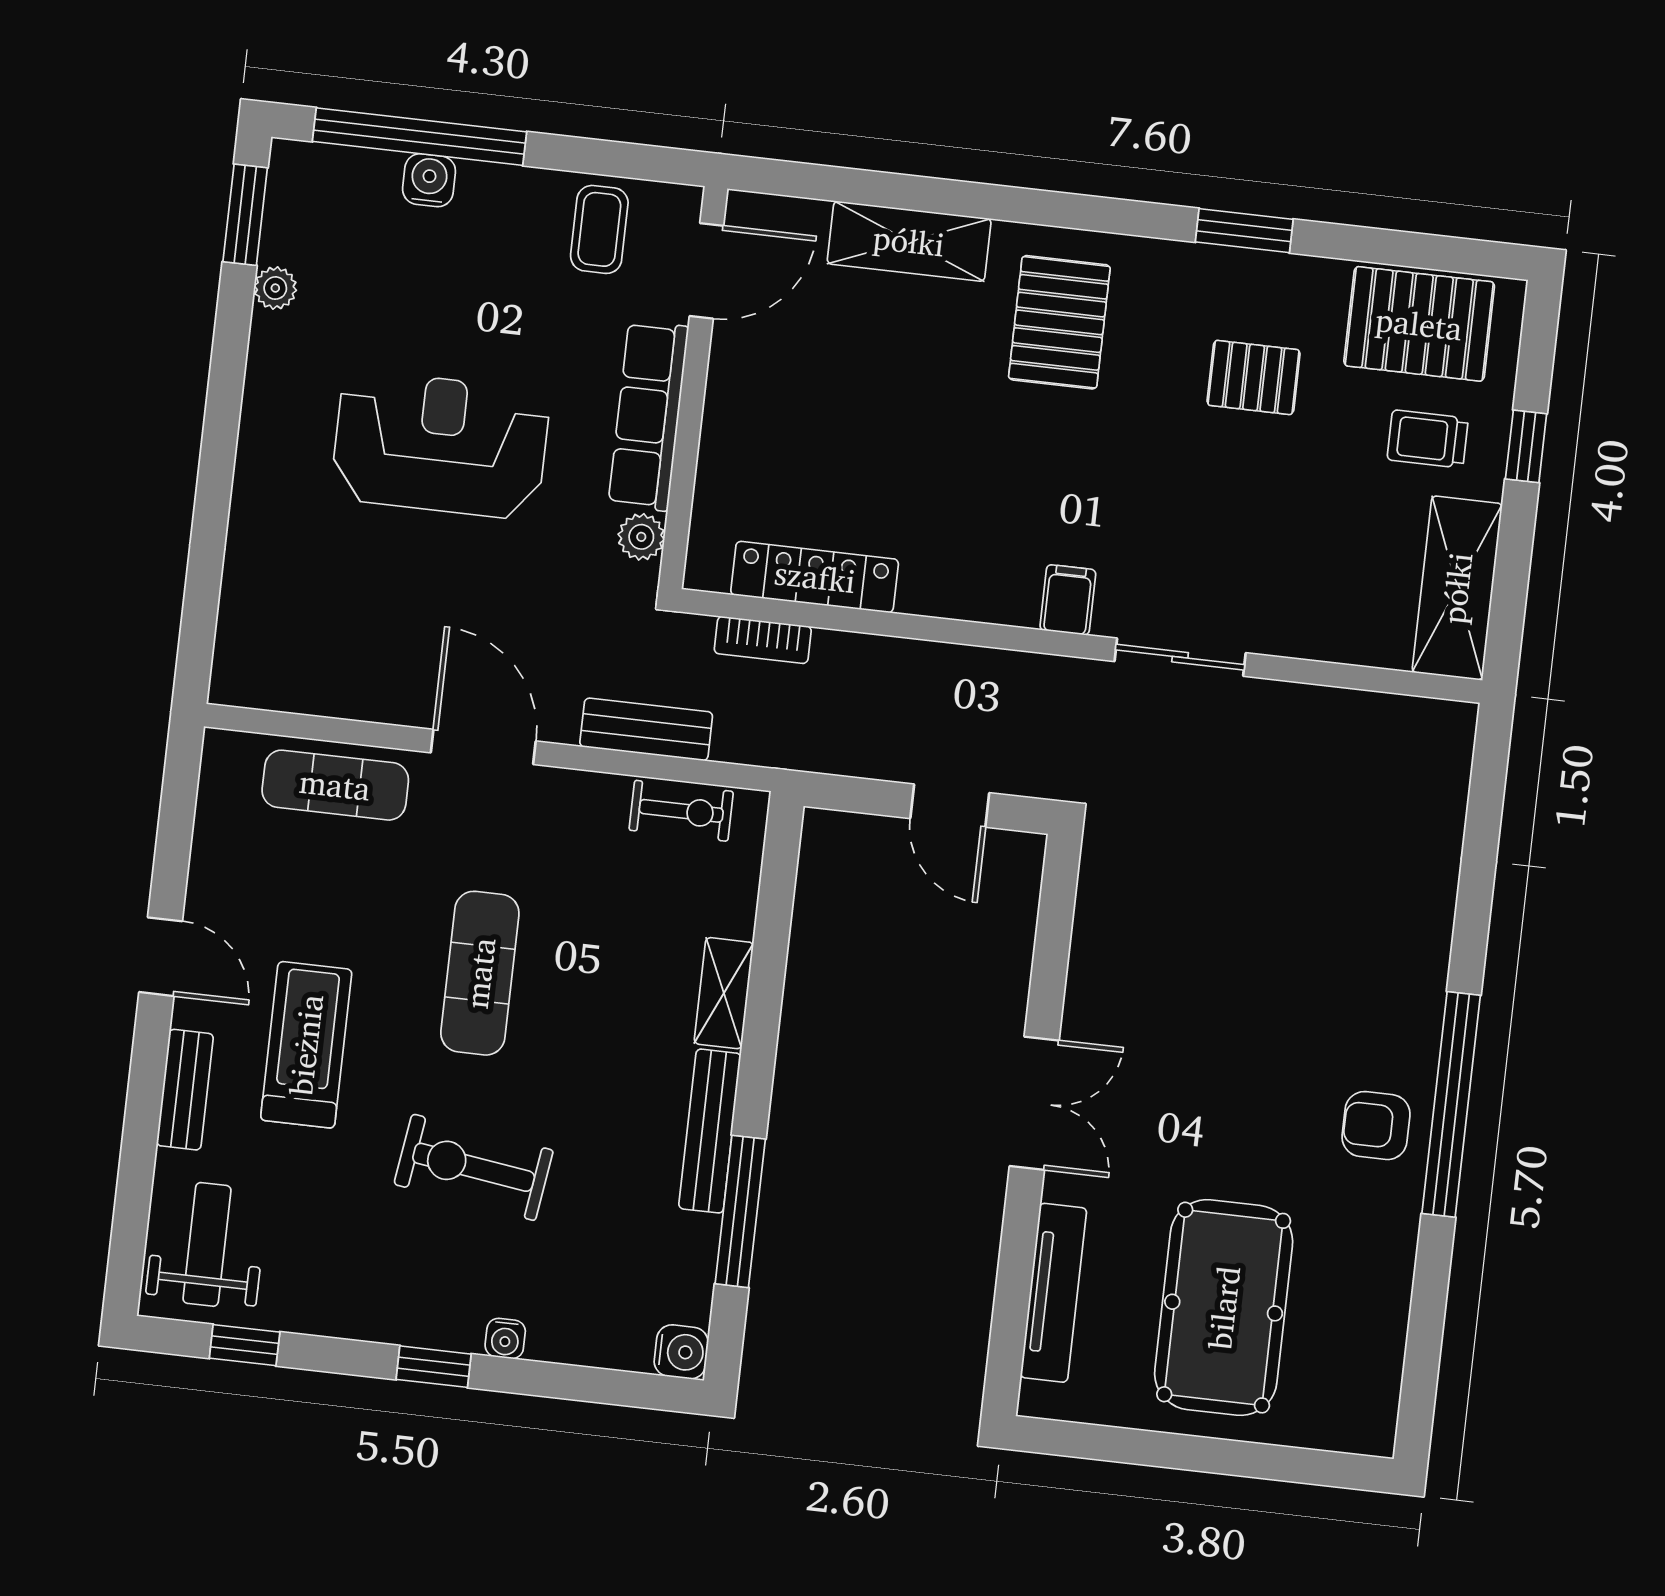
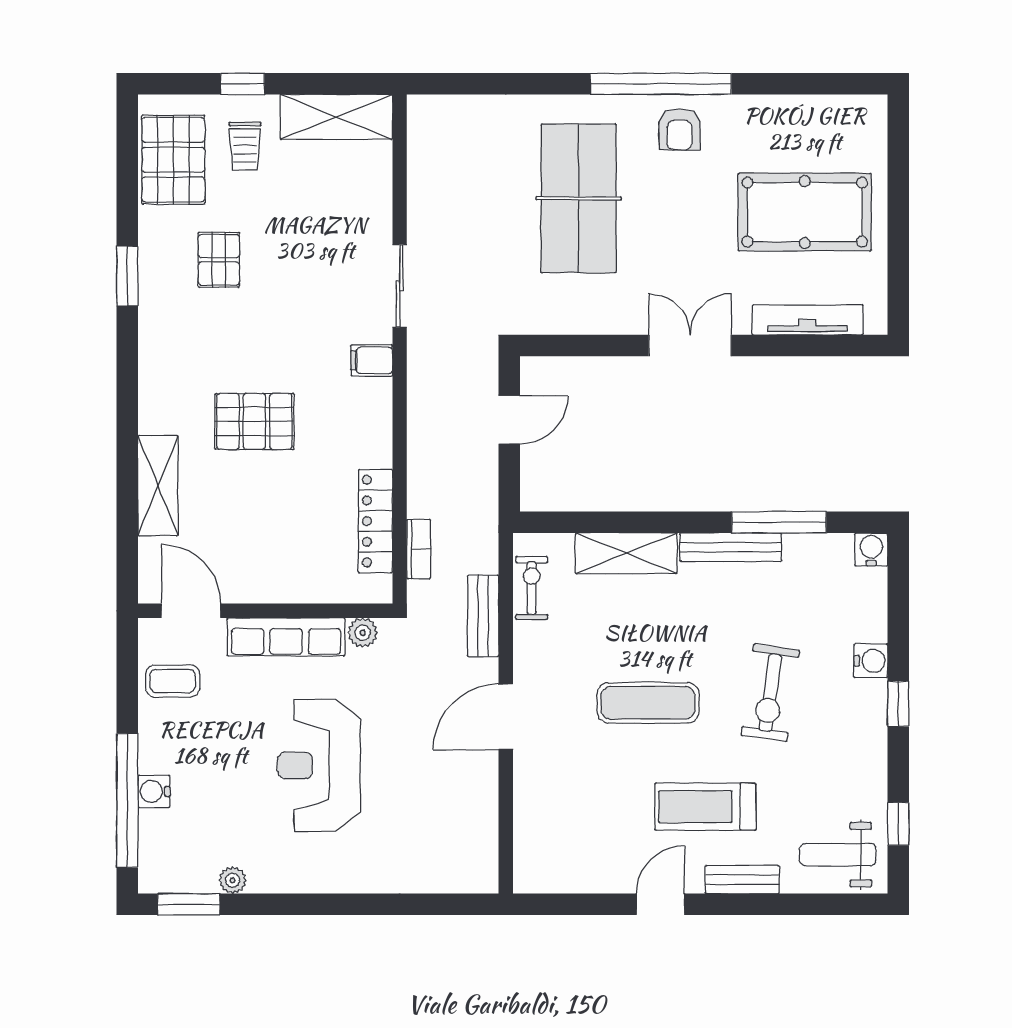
pallet: (1059, 322) -> (254, 421), moved
exercise mat: (335, 785) -> (540, 807), removed
table tennis table: (1286, 954) -> (579, 198), added
shelving: (724, 993) -> (626, 553), width x1.50, depth x1.33
water cooler: (505, 1338) -> (871, 661), width x1.38, depth x1.38

